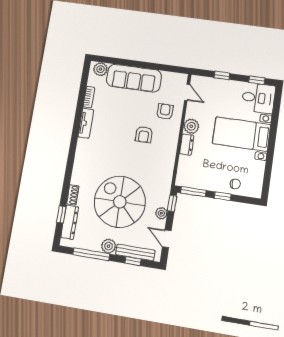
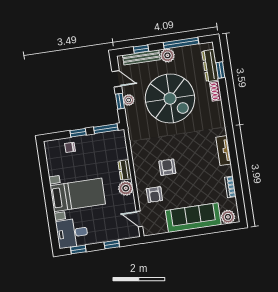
tv unit: (86, 123) -> (224, 151), moved
window: (172, 203) -> (120, 101), moved

